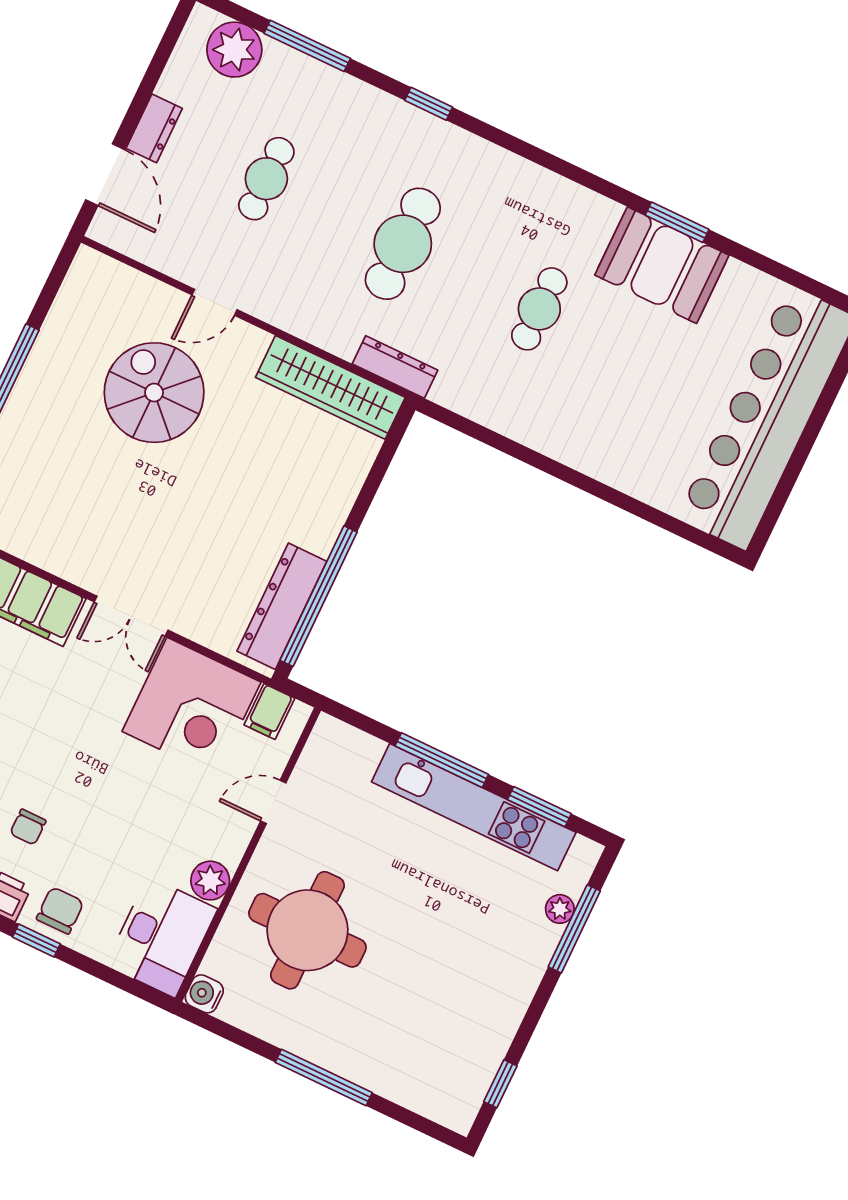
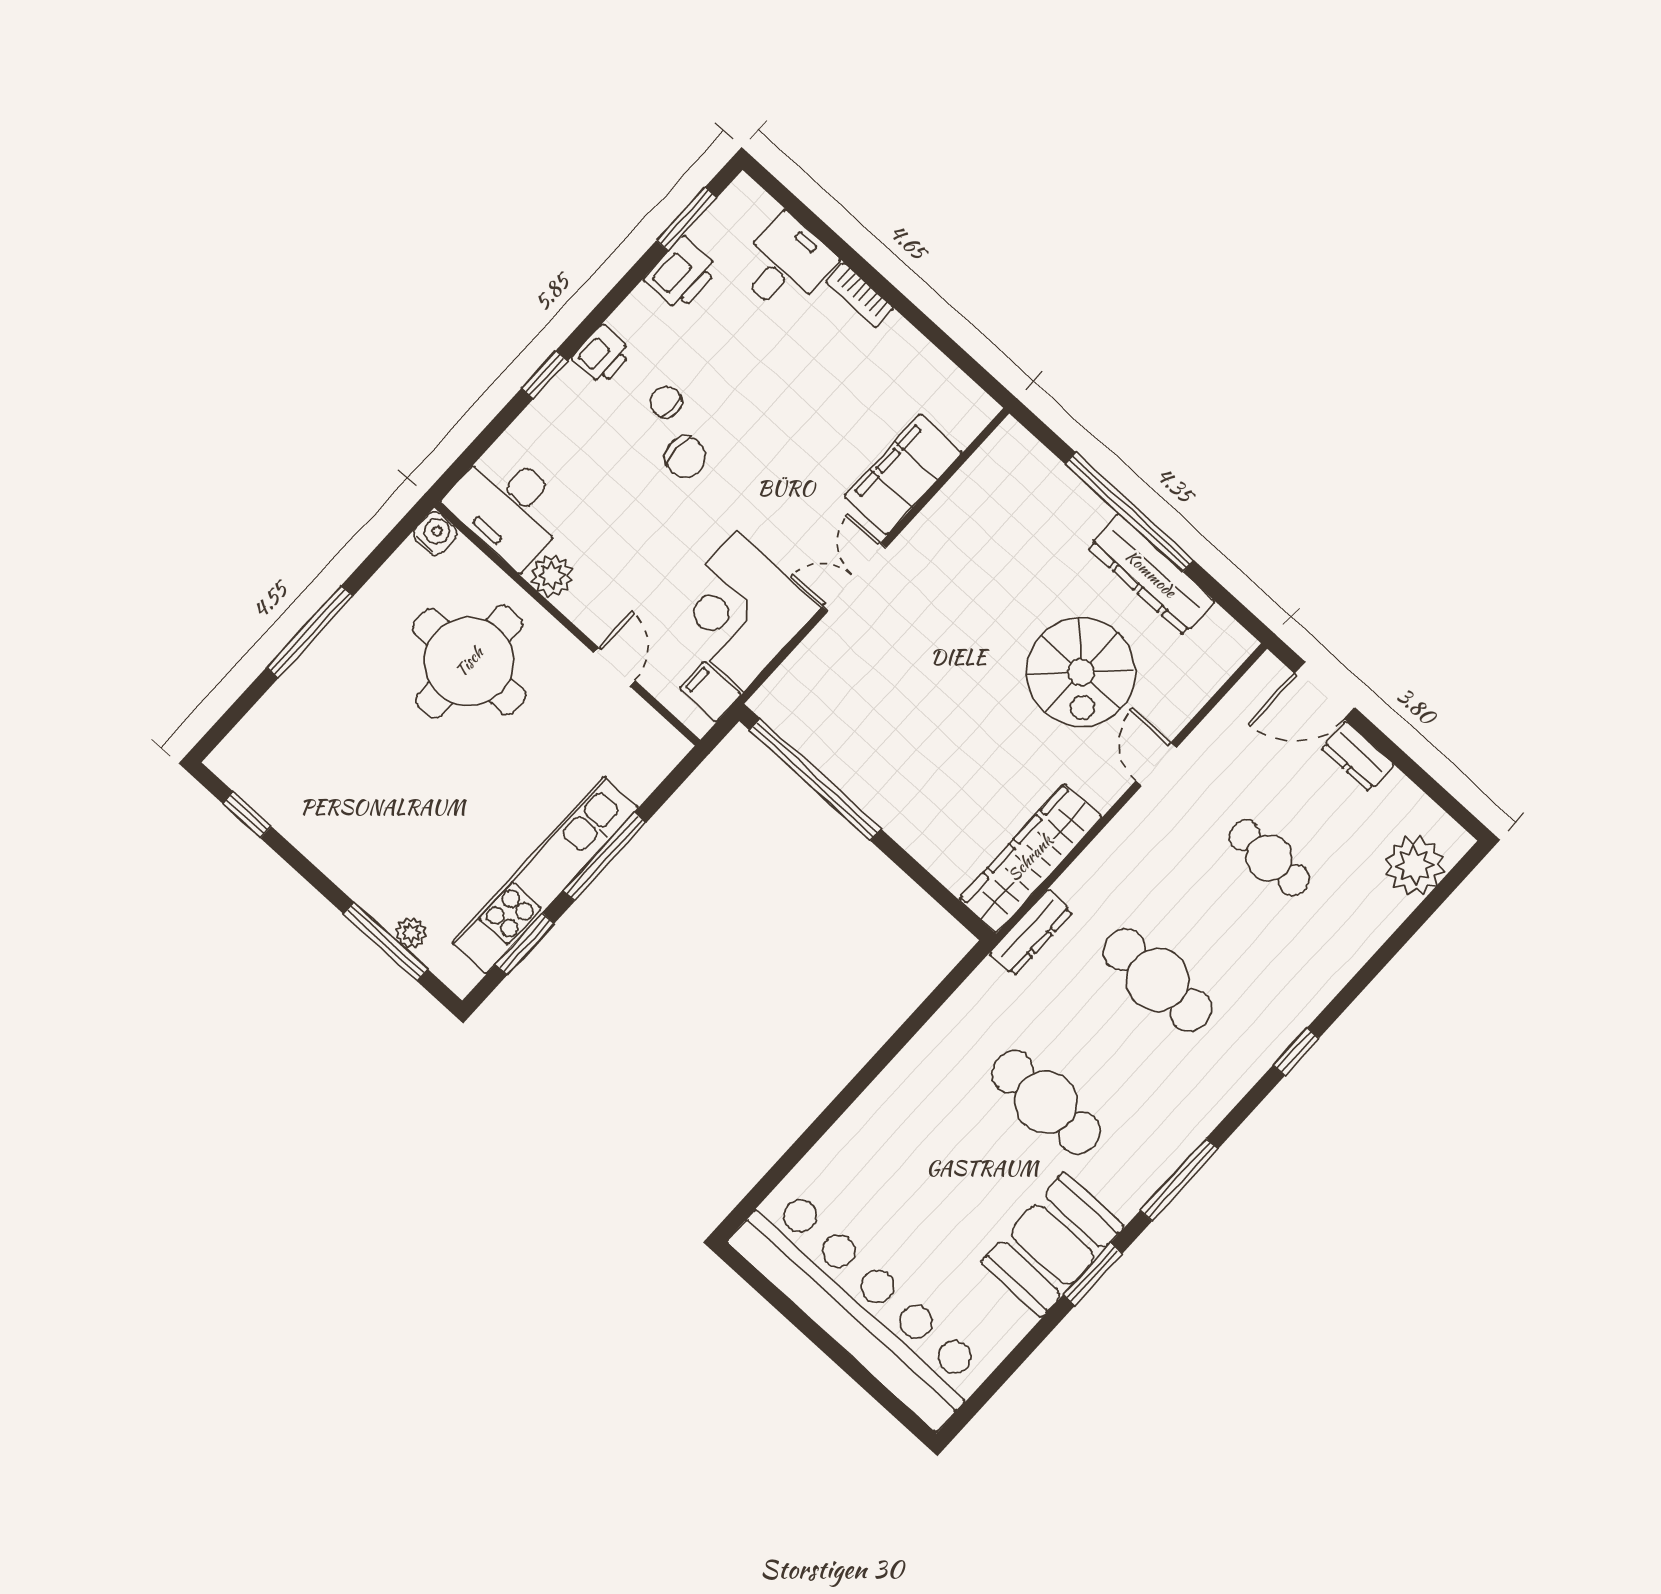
window: (307, 46) -> (1179, 1180), moved
cafe table: (539, 309) -> (1046, 1102), width x1.37, depth x1.35
spiral stairs: (154, 393) -> (1081, 672), turned 90
dresser: (282, 606) -> (1151, 574), moved, turned 180
chair: (60, 910) -> (685, 457), moved

